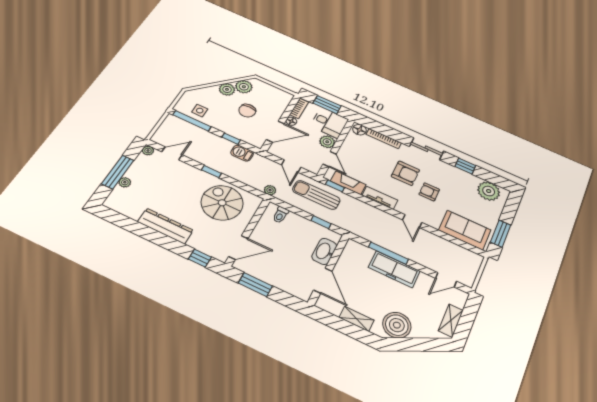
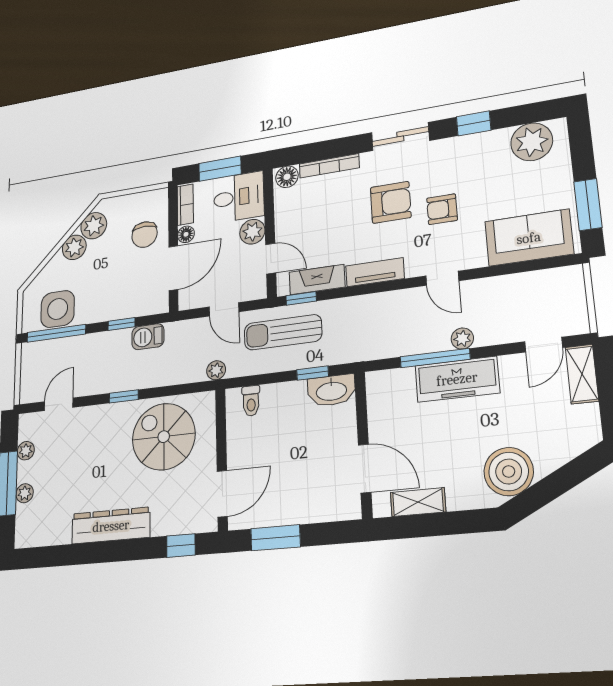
side table: (200, 111) -> (58, 309), width x1.87, depth x1.87
chair: (247, 111) -> (145, 235), moved
plant: (148, 151) -> (26, 451), moved
washbasin: (324, 251) -> (331, 390), moved, turned -90
plant: (407, 253) -> (462, 339), added
shelving: (357, 319) -> (418, 502), moved
shelving: (451, 320) -> (582, 374), moved

